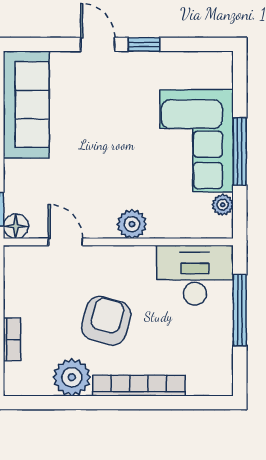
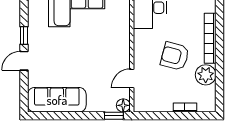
plant: (132, 224) -> (122, 42), removed

